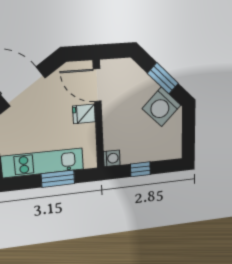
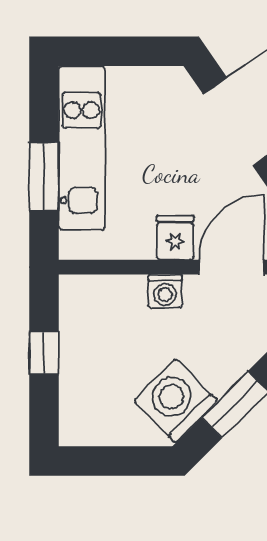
washing machine: (112, 158) -> (165, 291), moved

